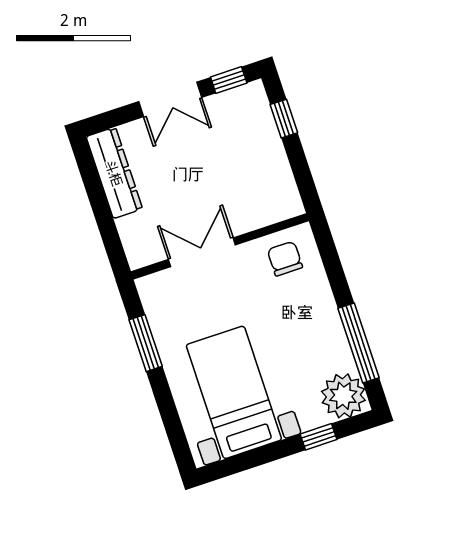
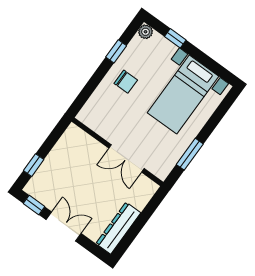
chair: (285, 259) -> (126, 82), moved, turned -90
window: (358, 343) -> (116, 51), width x0.46
plant: (343, 396) -> (146, 32), width x0.53, depth x0.53

